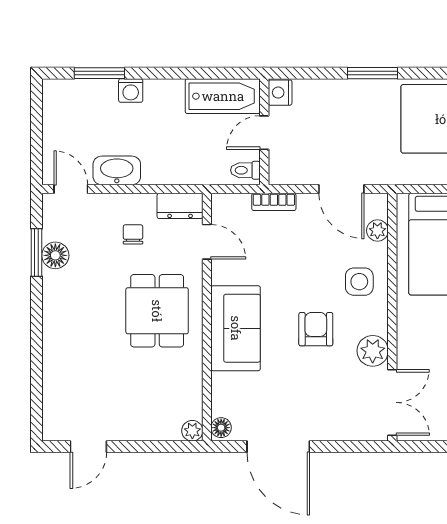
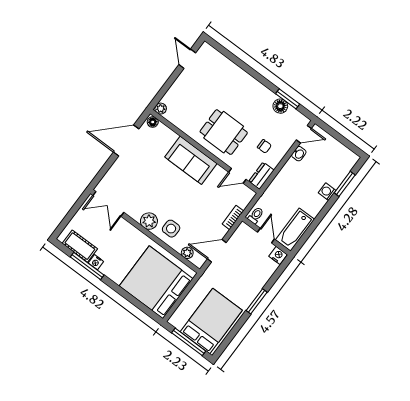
washbasin: (117, 170) -> (299, 154), width x0.52, depth x0.69
armchair: (316, 329) -> (165, 195), removed
plant: (373, 351) -> (149, 221), moved

